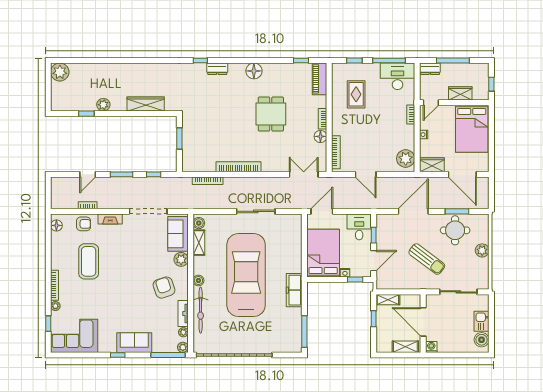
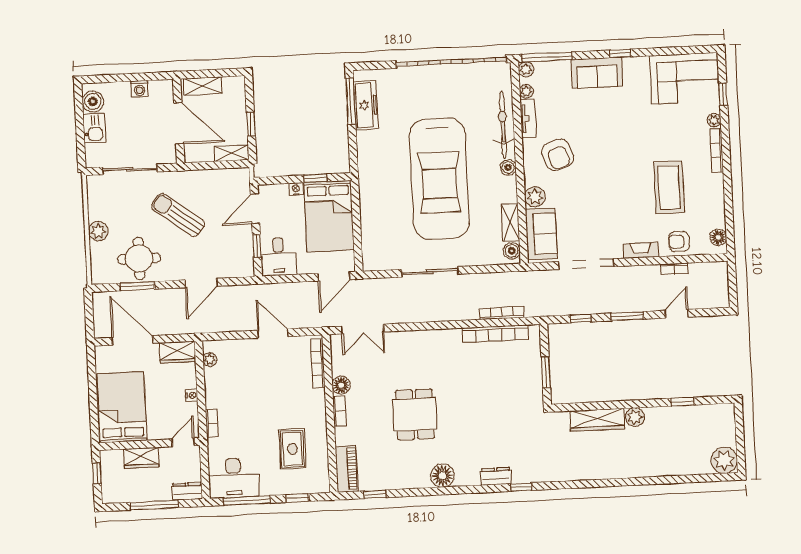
plant: (103, 105) -> (635, 417), moved
plant: (406, 159) -> (210, 360), width x0.53, depth x0.53
bookcase: (239, 167) -> (495, 334), moved
door: (413, 211) -> (201, 283), width x0.73
window: (355, 280) -> (315, 178), moved
freezer: (294, 290) -> (366, 105), moved
washing machine: (431, 347) -> (139, 89), moved

